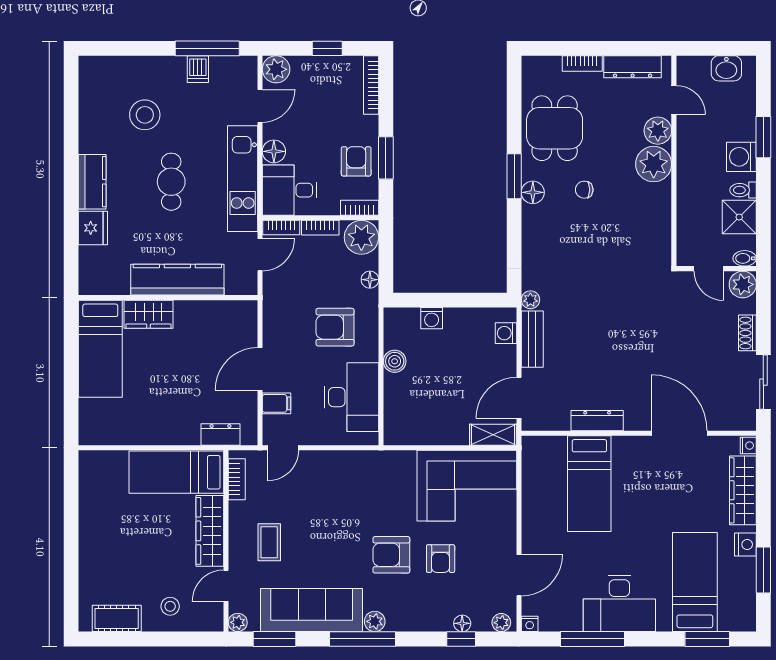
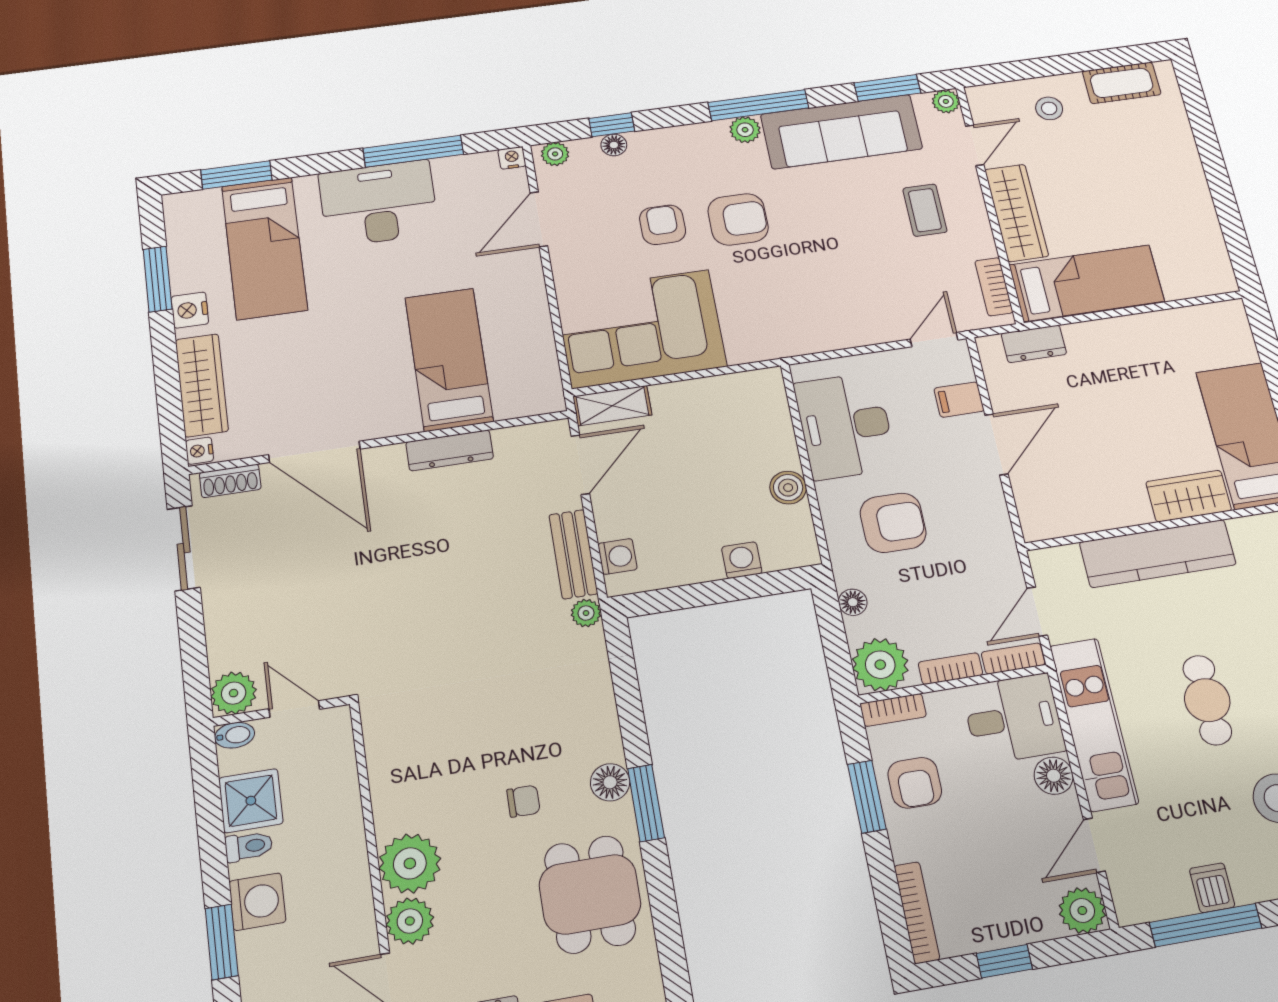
shoe rack: (747, 333) -> (230, 481), moved, turned 90

